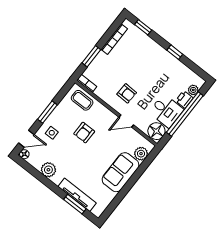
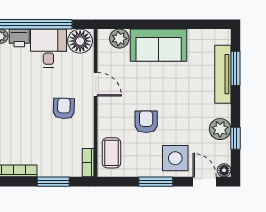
side table: (52, 133) -> (175, 158), width x1.87, depth x1.87
armchair: (84, 133) -> (146, 122), turned -90
window: (37, 174) -> (235, 138), added

